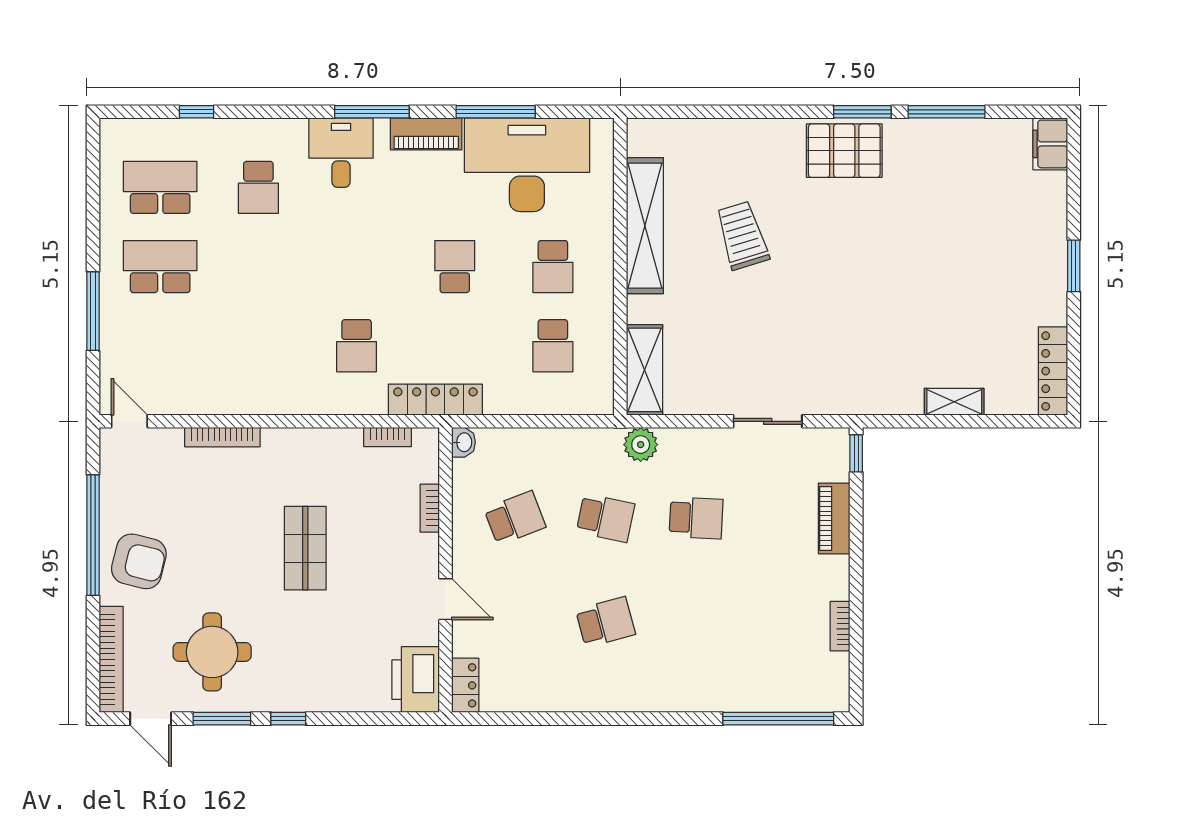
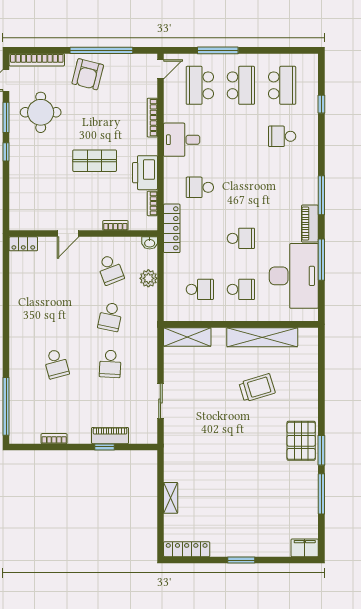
desk: (341, 153) -> (182, 140), moved, turned 180
school desk: (553, 267) -> (241, 289), turned 180
school desk: (160, 346) -> (200, 85), added
school desk: (553, 346) -> (200, 289), turned 180
plant: (641, 445) -> (148, 278), moved
window: (856, 453) -> (104, 447), moved
school desk: (605, 622) -> (56, 364), moved
printer: (416, 680) -> (145, 173), moved, turned -90

